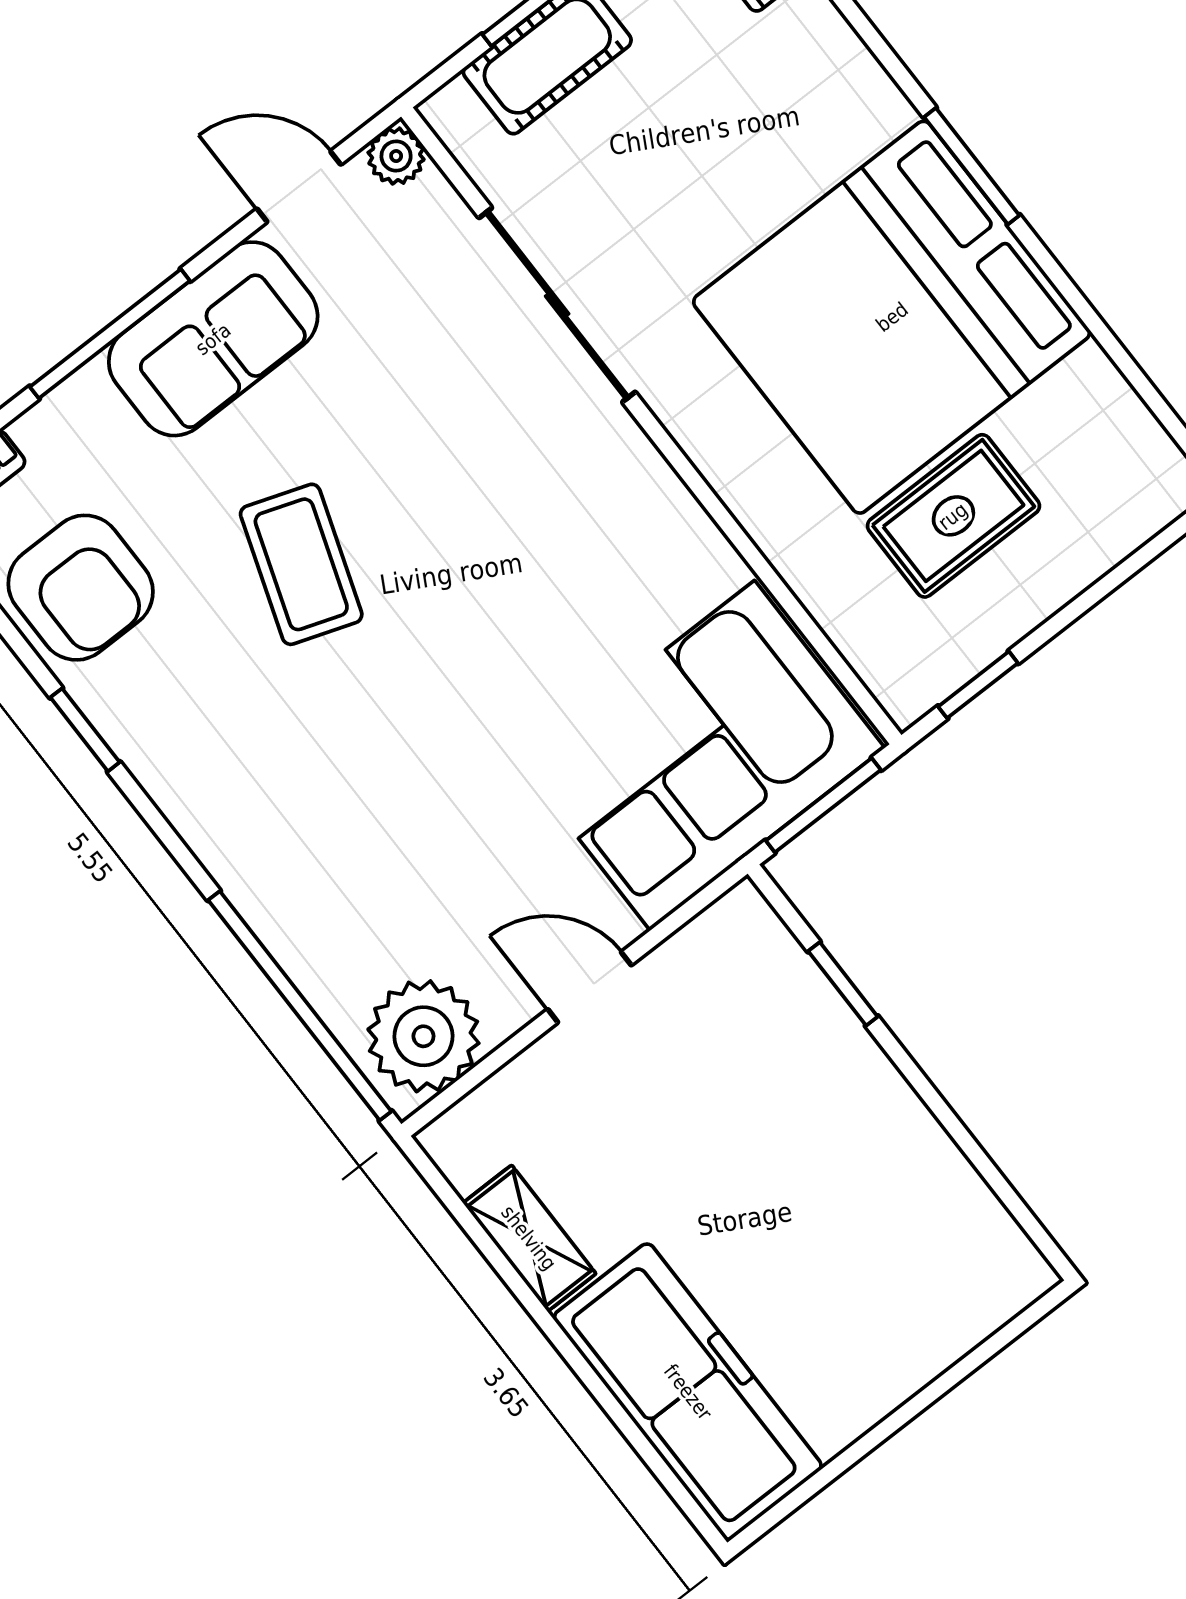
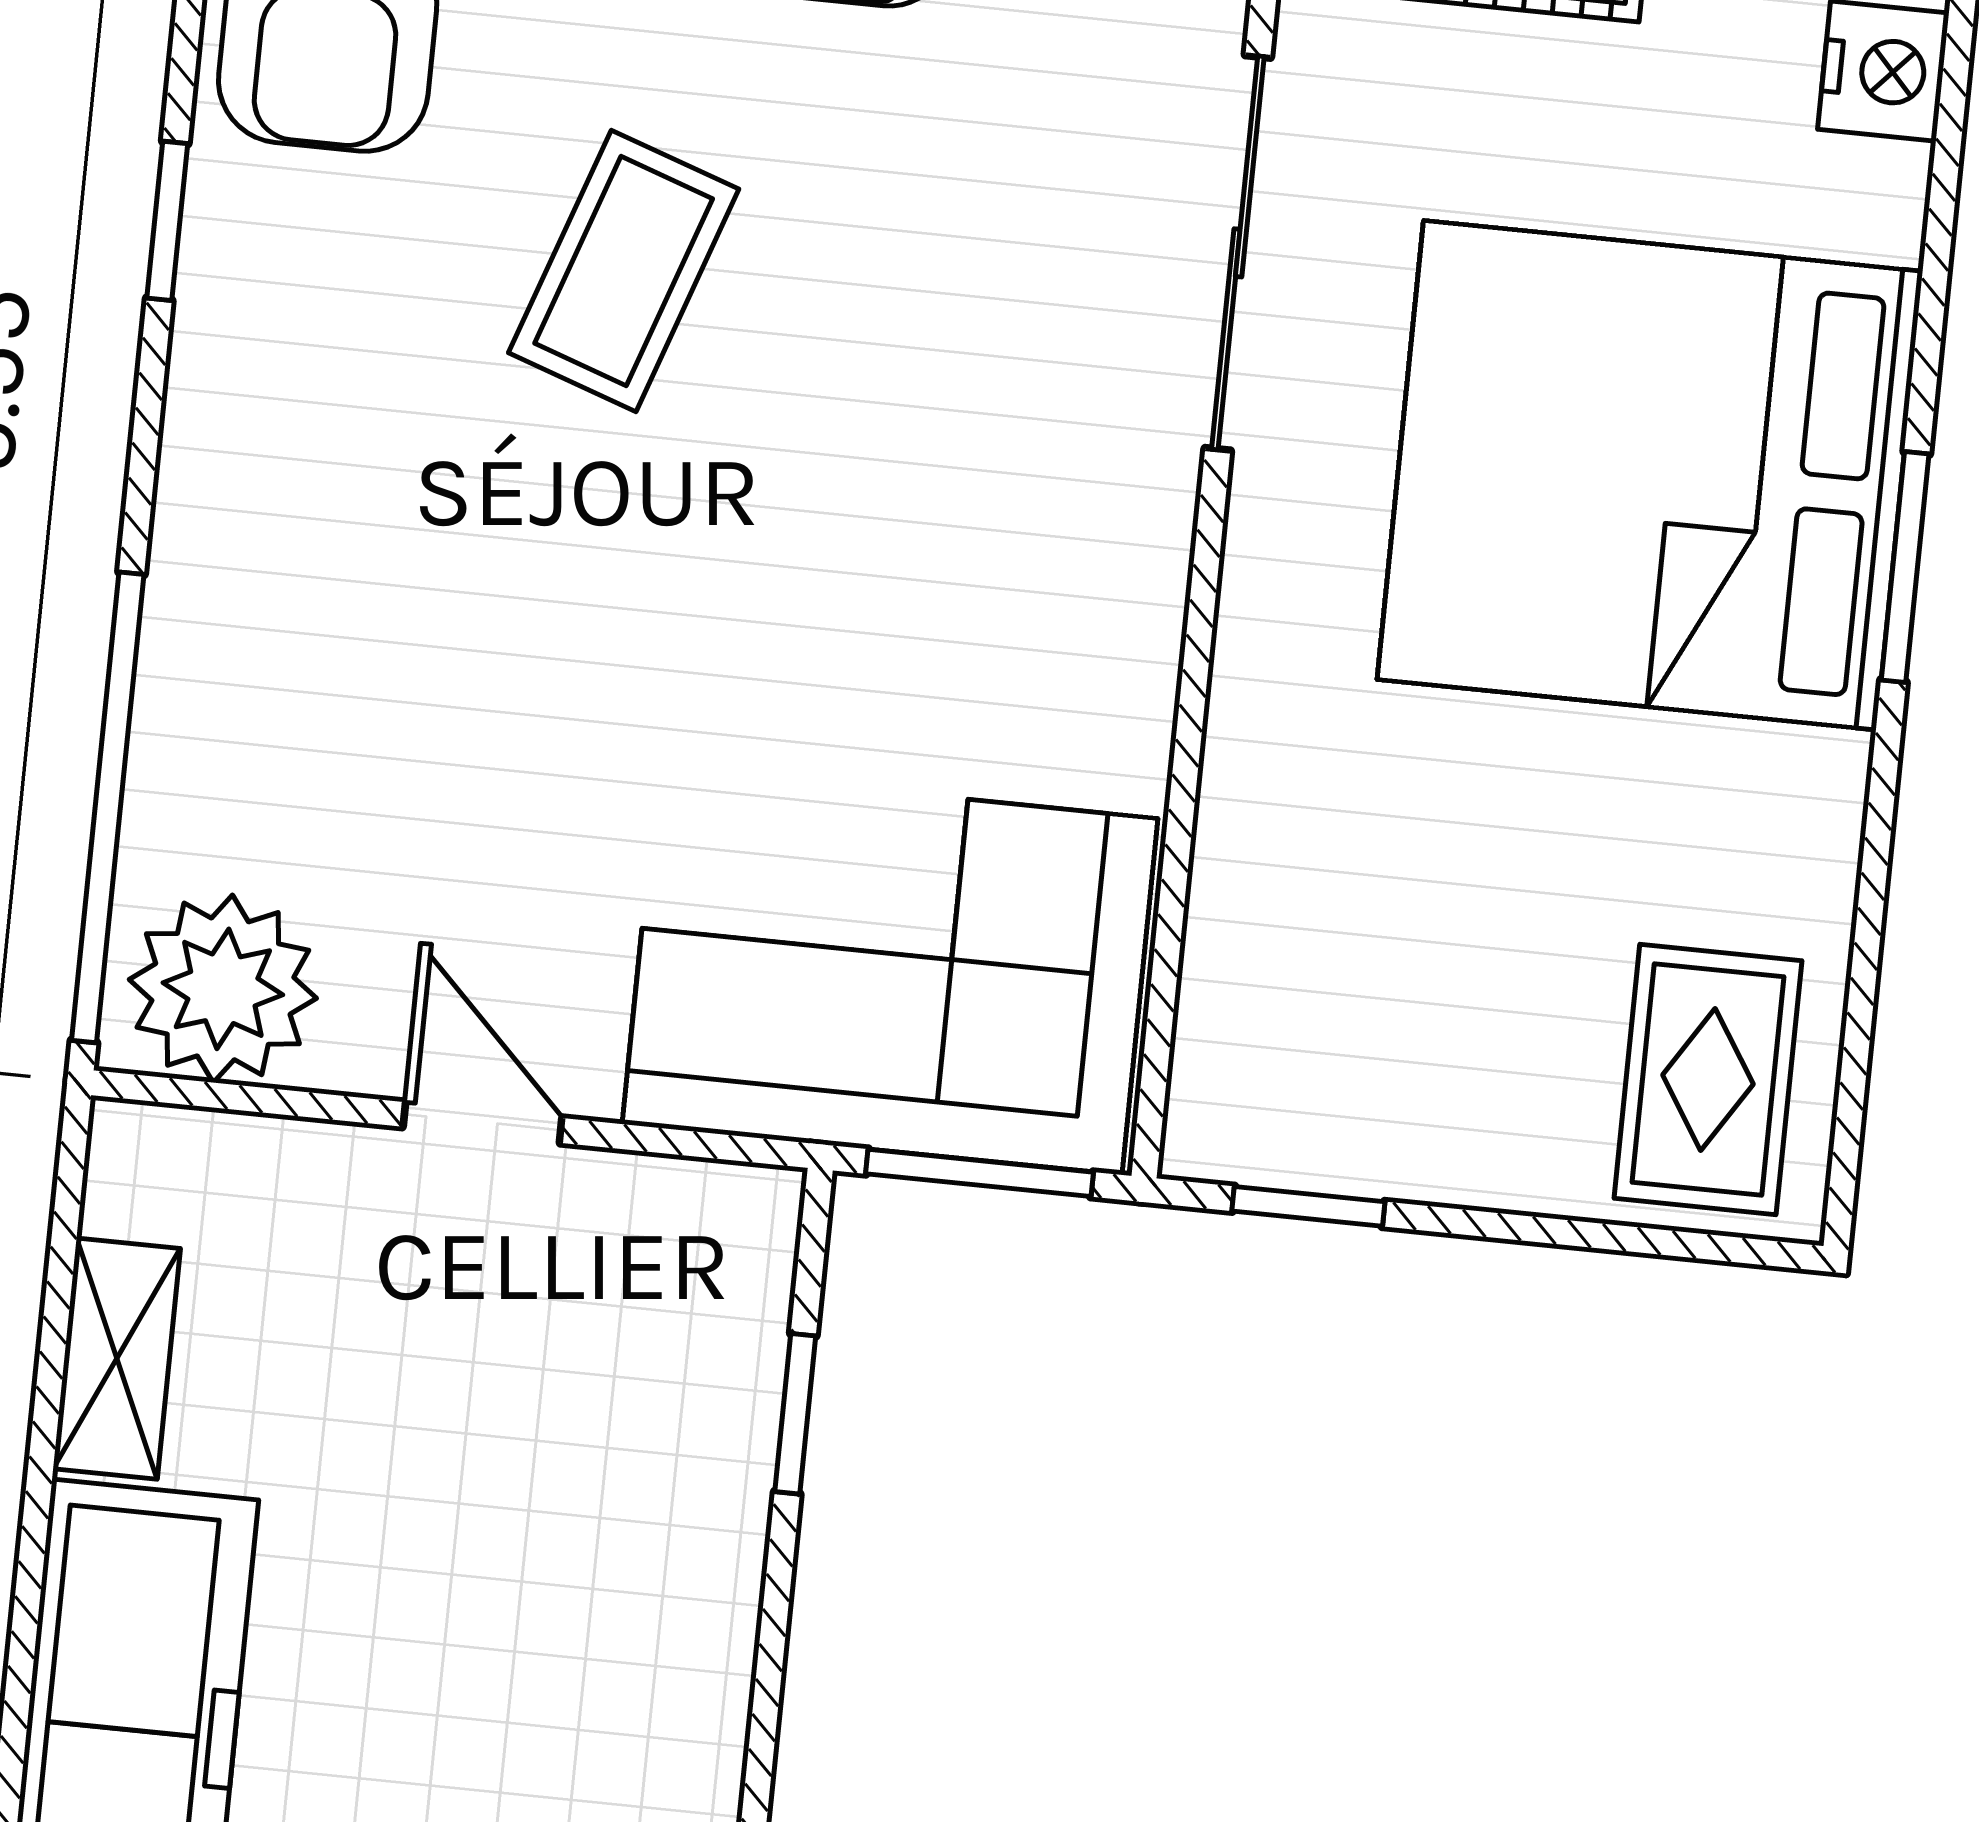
bed: (892, 317) -> (1650, 475), moved
rug: (953, 516) -> (1708, 1079), moved, turned 90

